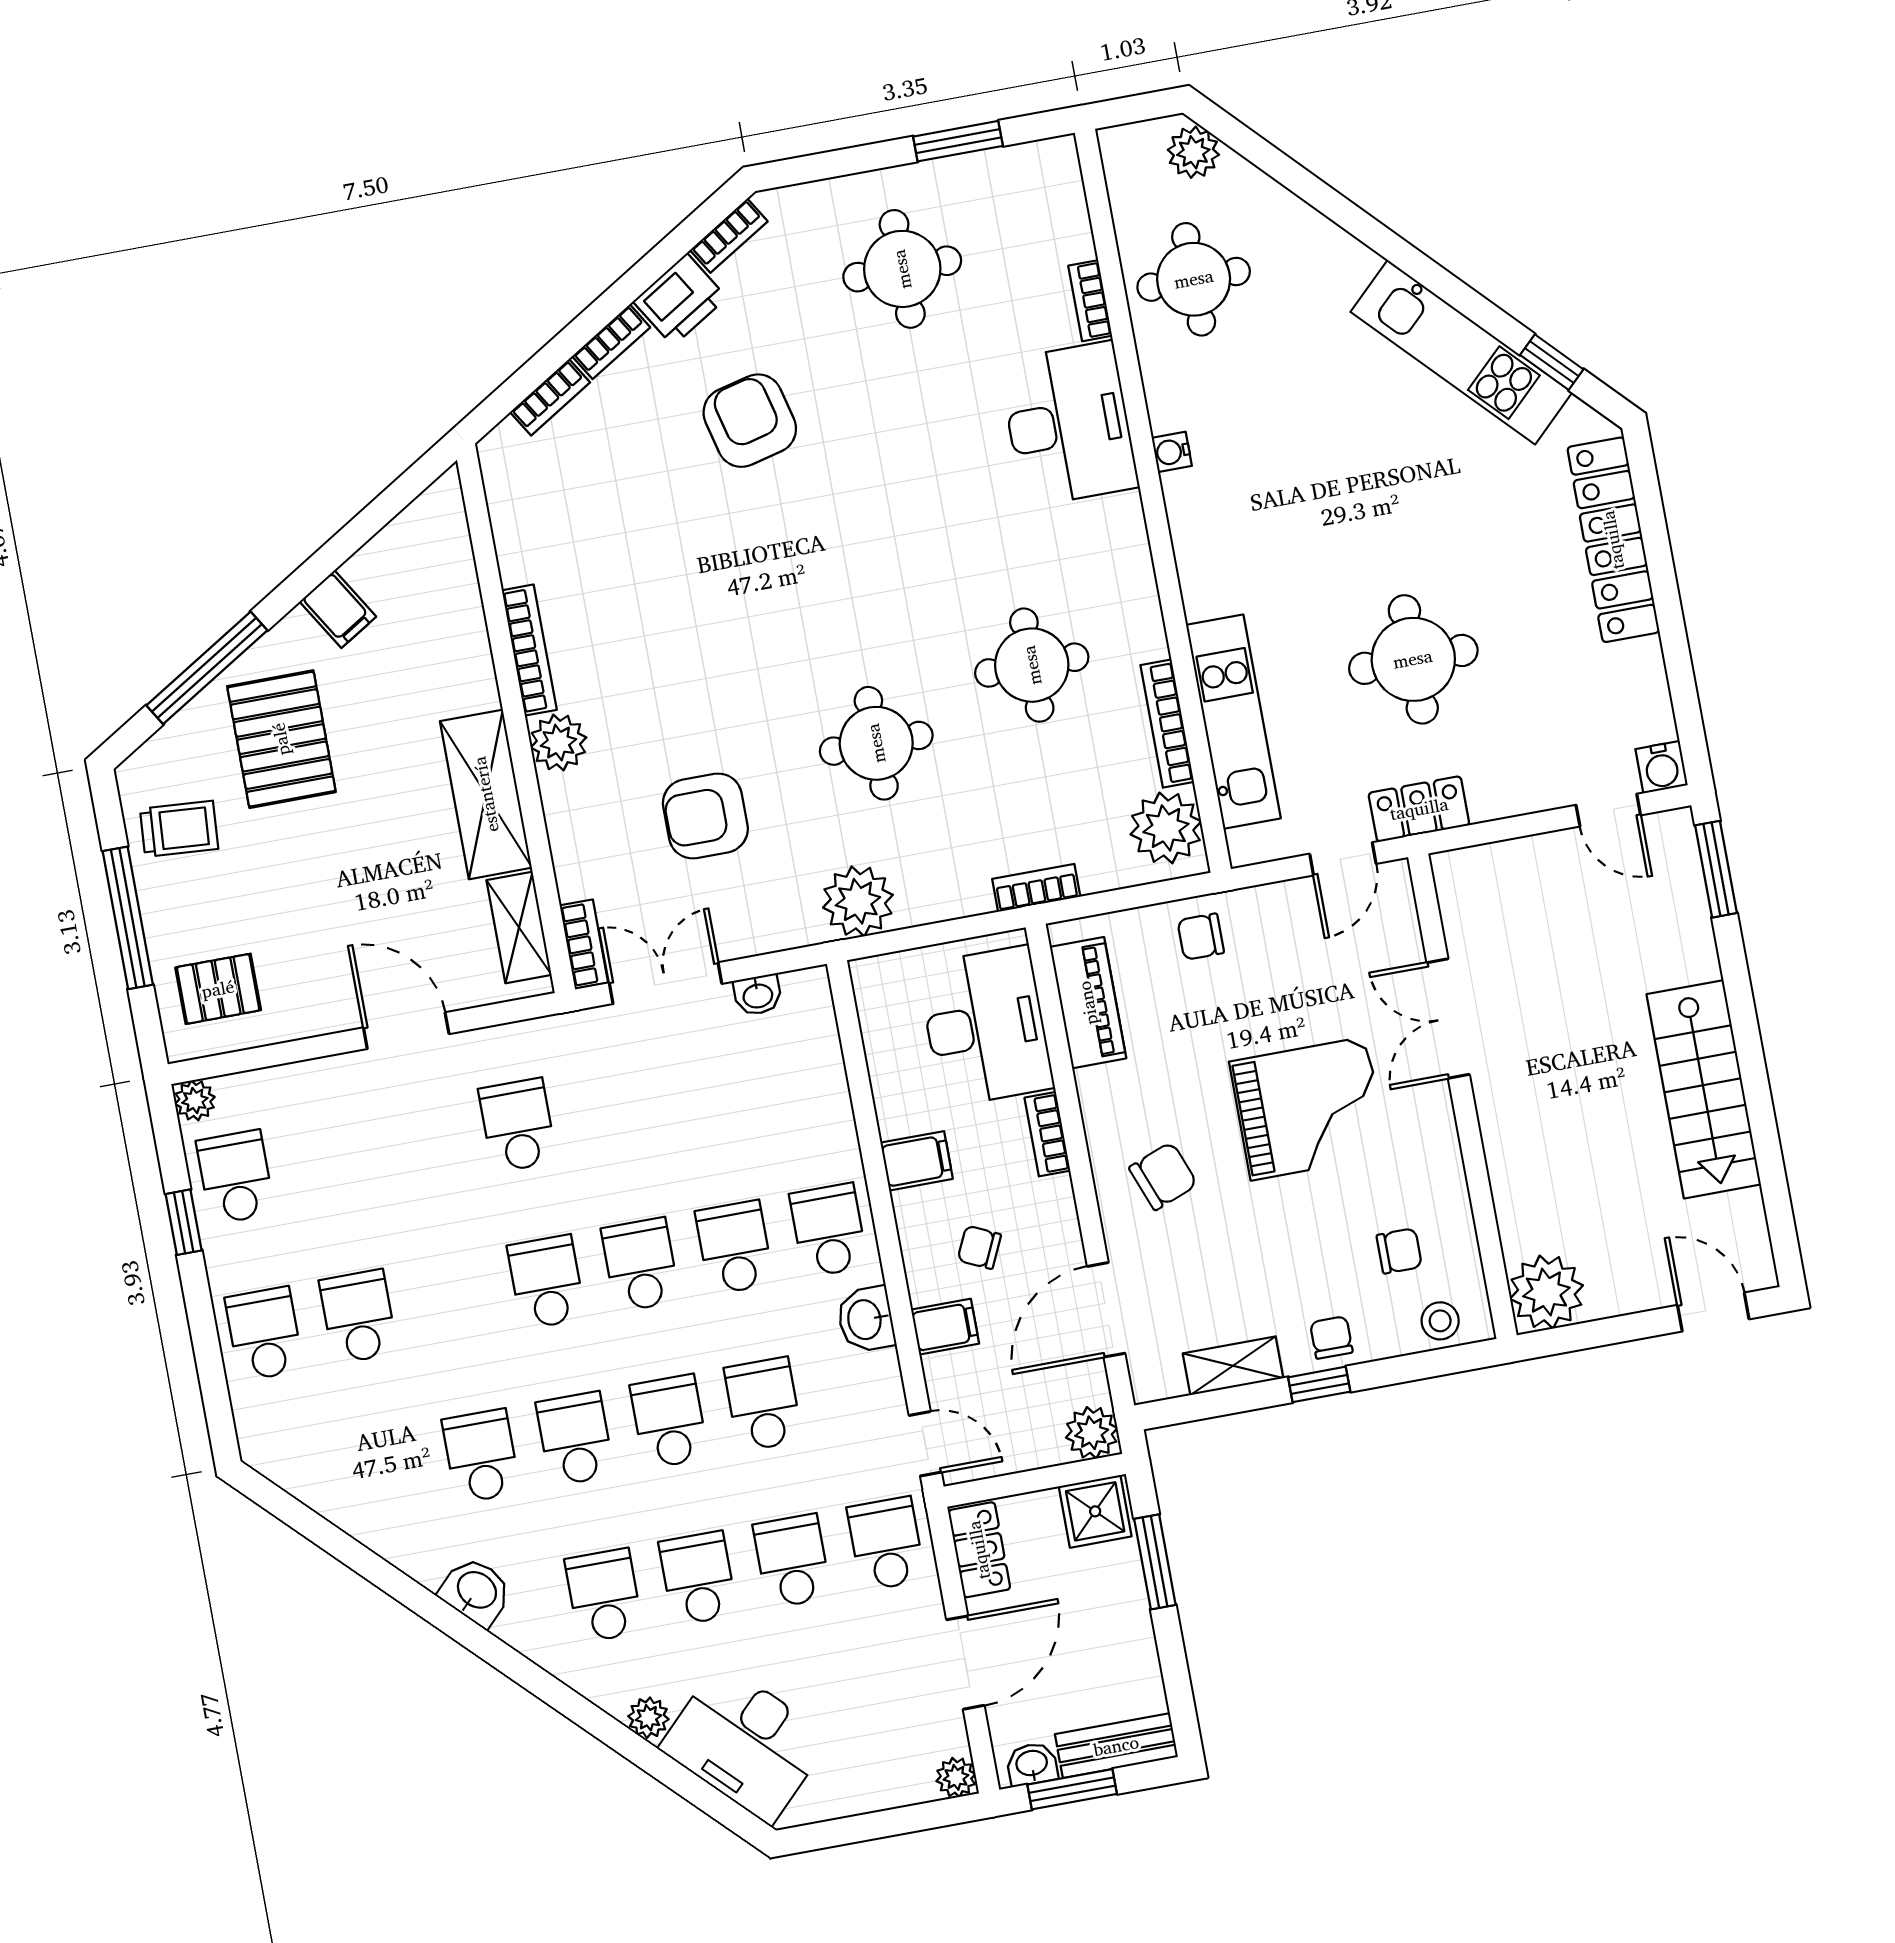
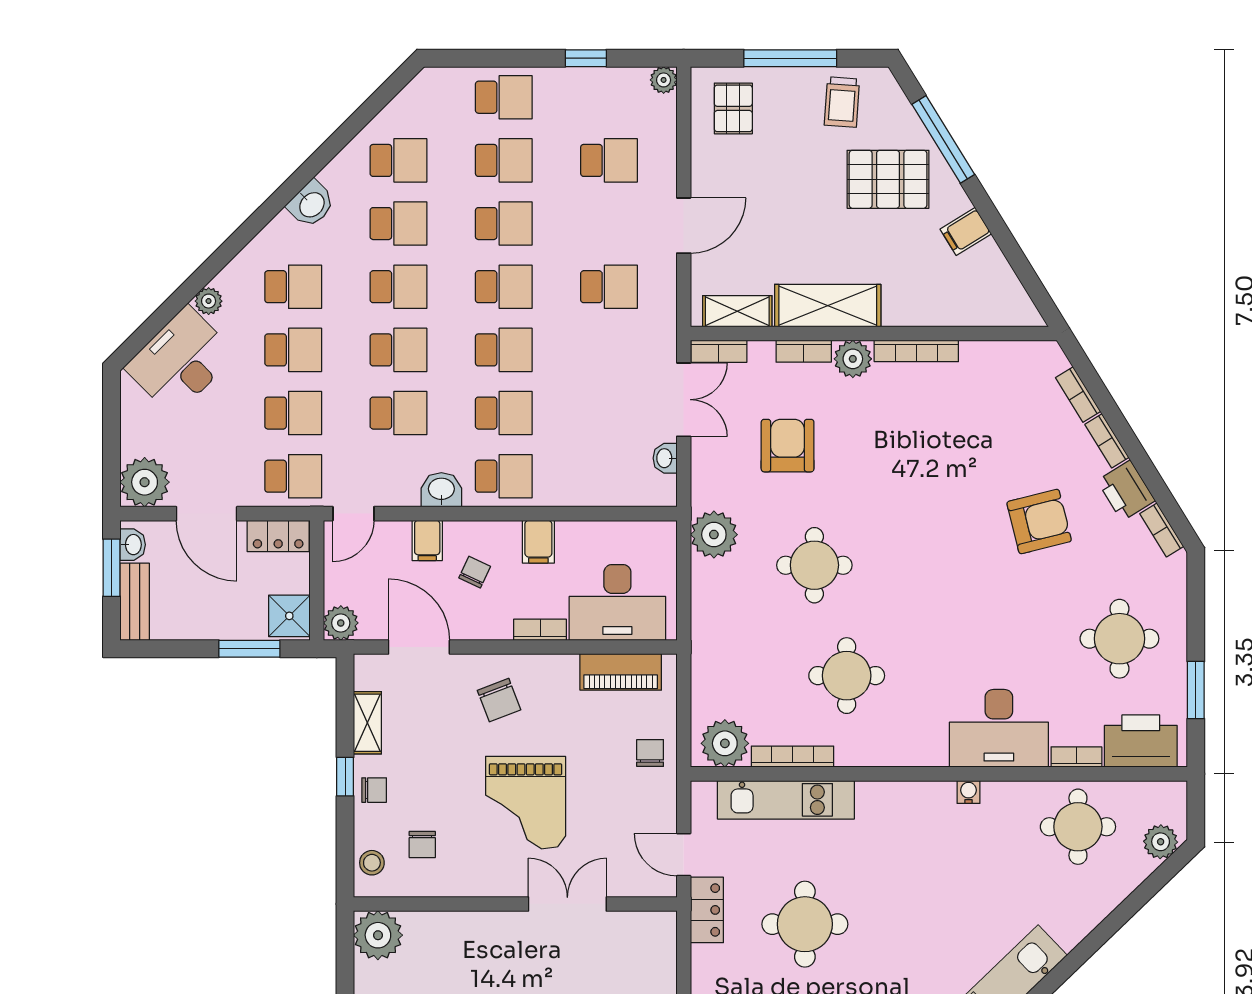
printer: (1049, 209) -> (1141, 741), added
bookcase: (1036, 888) -> (804, 351), moved, turned 90
school desk: (235, 1177) -> (609, 160), moved
school desk: (452, 1299) -> (504, 224), added
school desk: (387, 1473) -> (398, 160), added
plant: (956, 1777) -> (145, 482), width x1.87, depth x1.87

